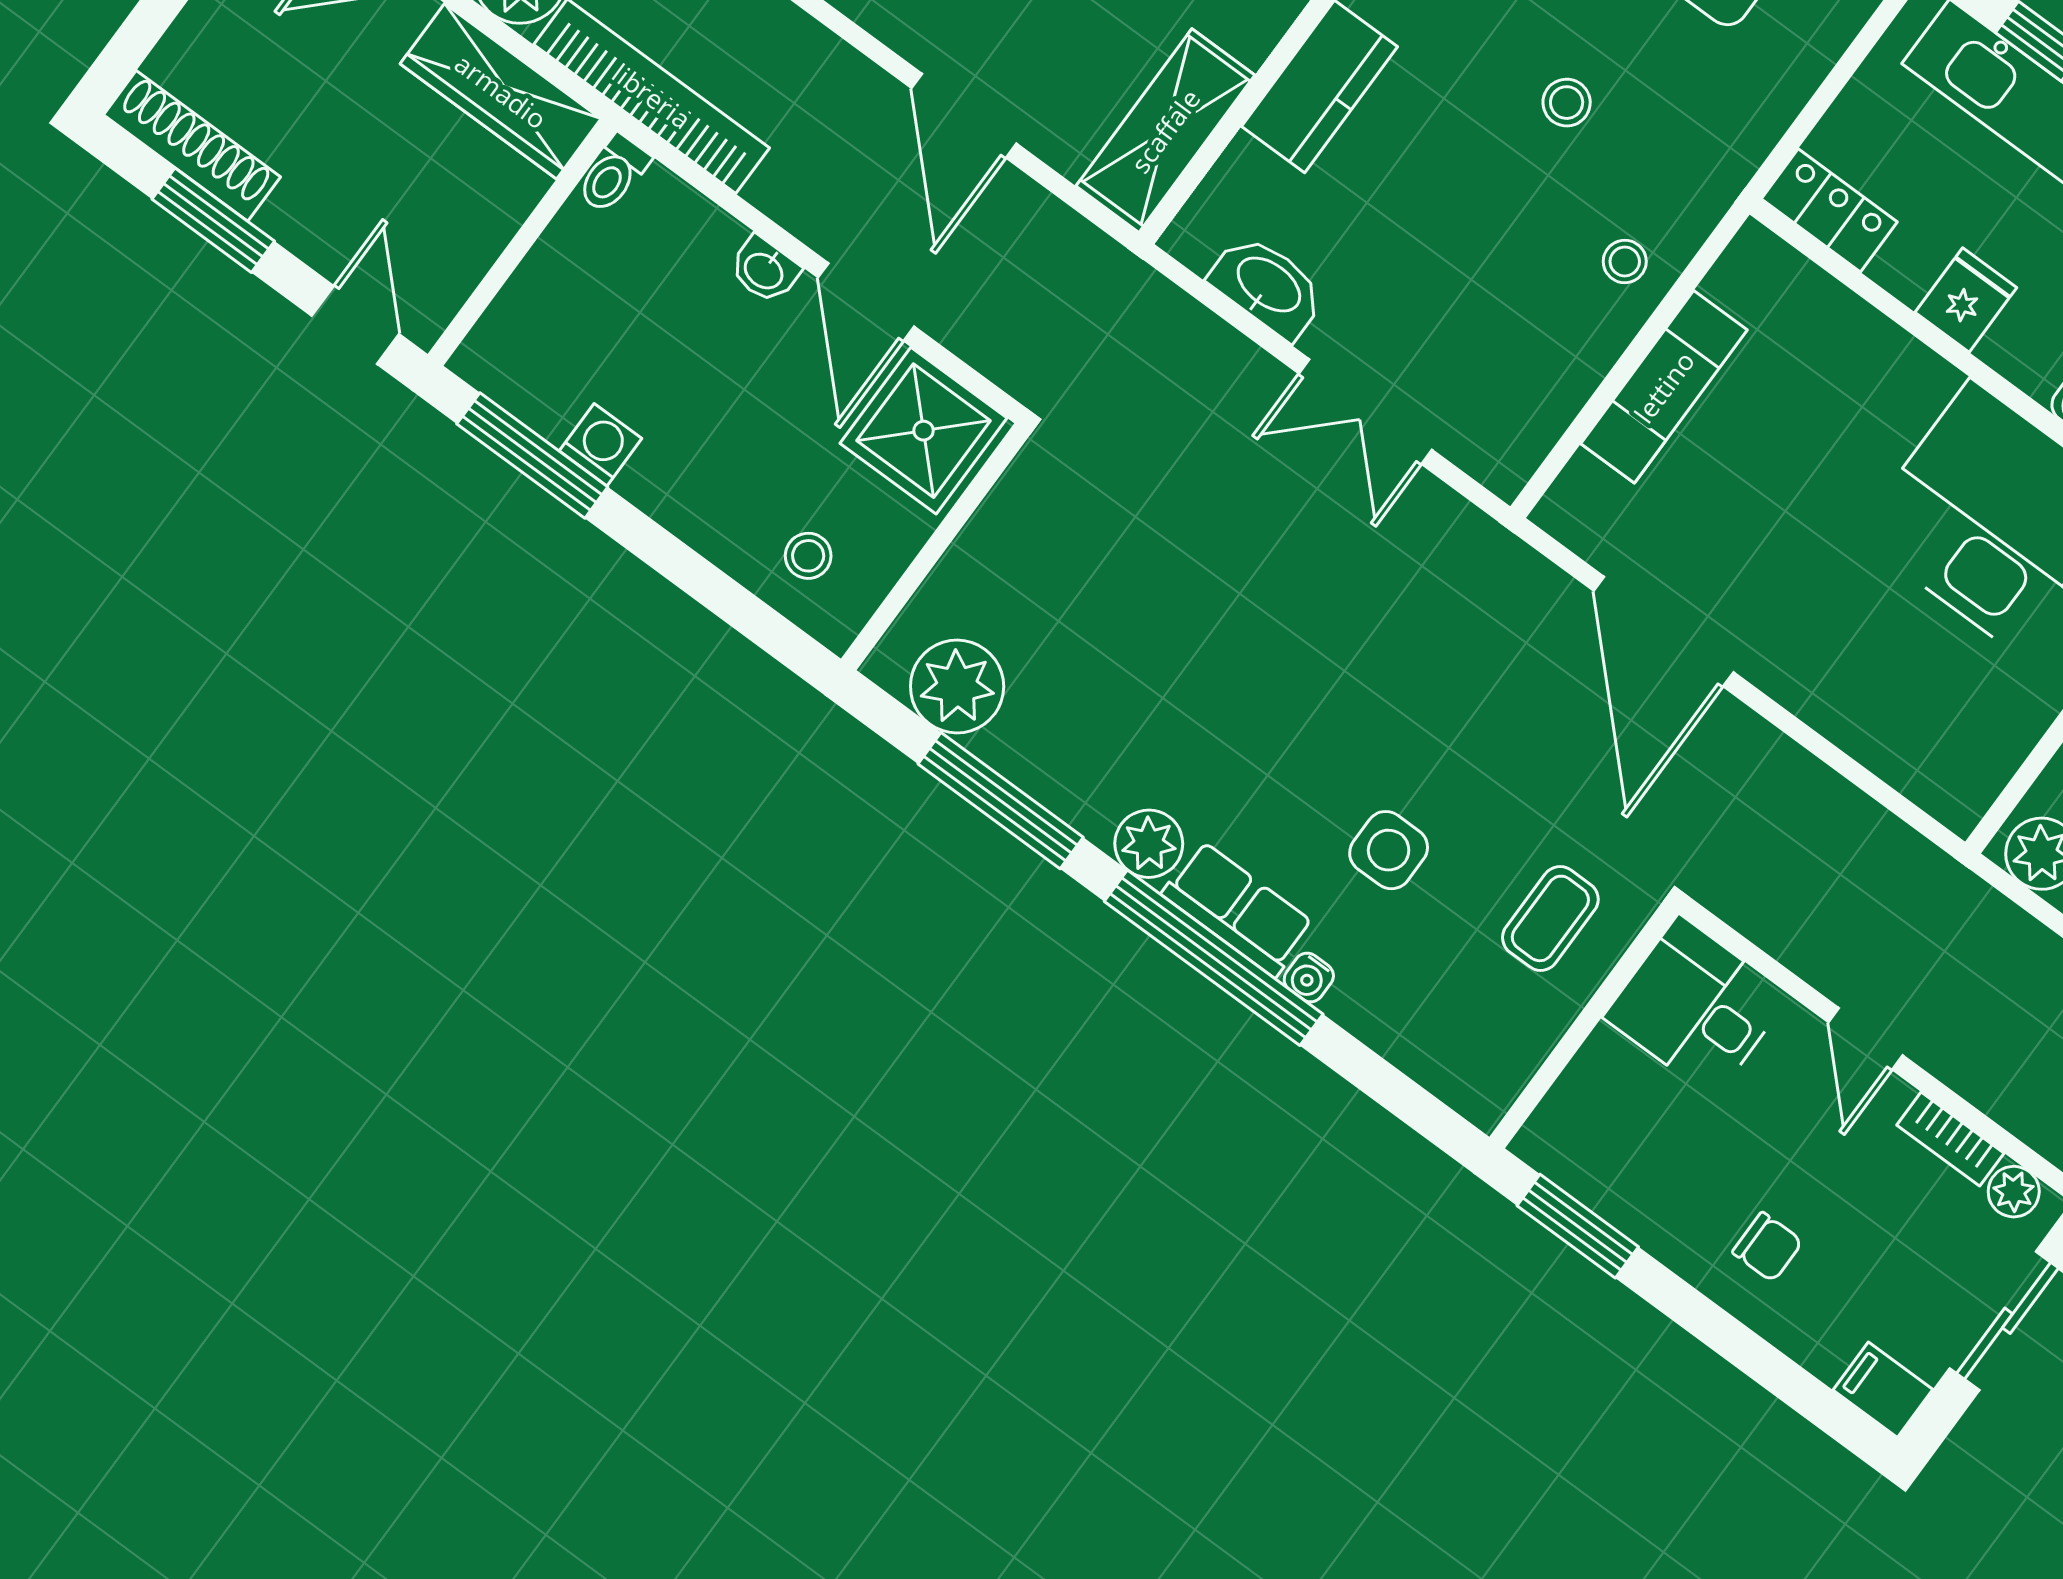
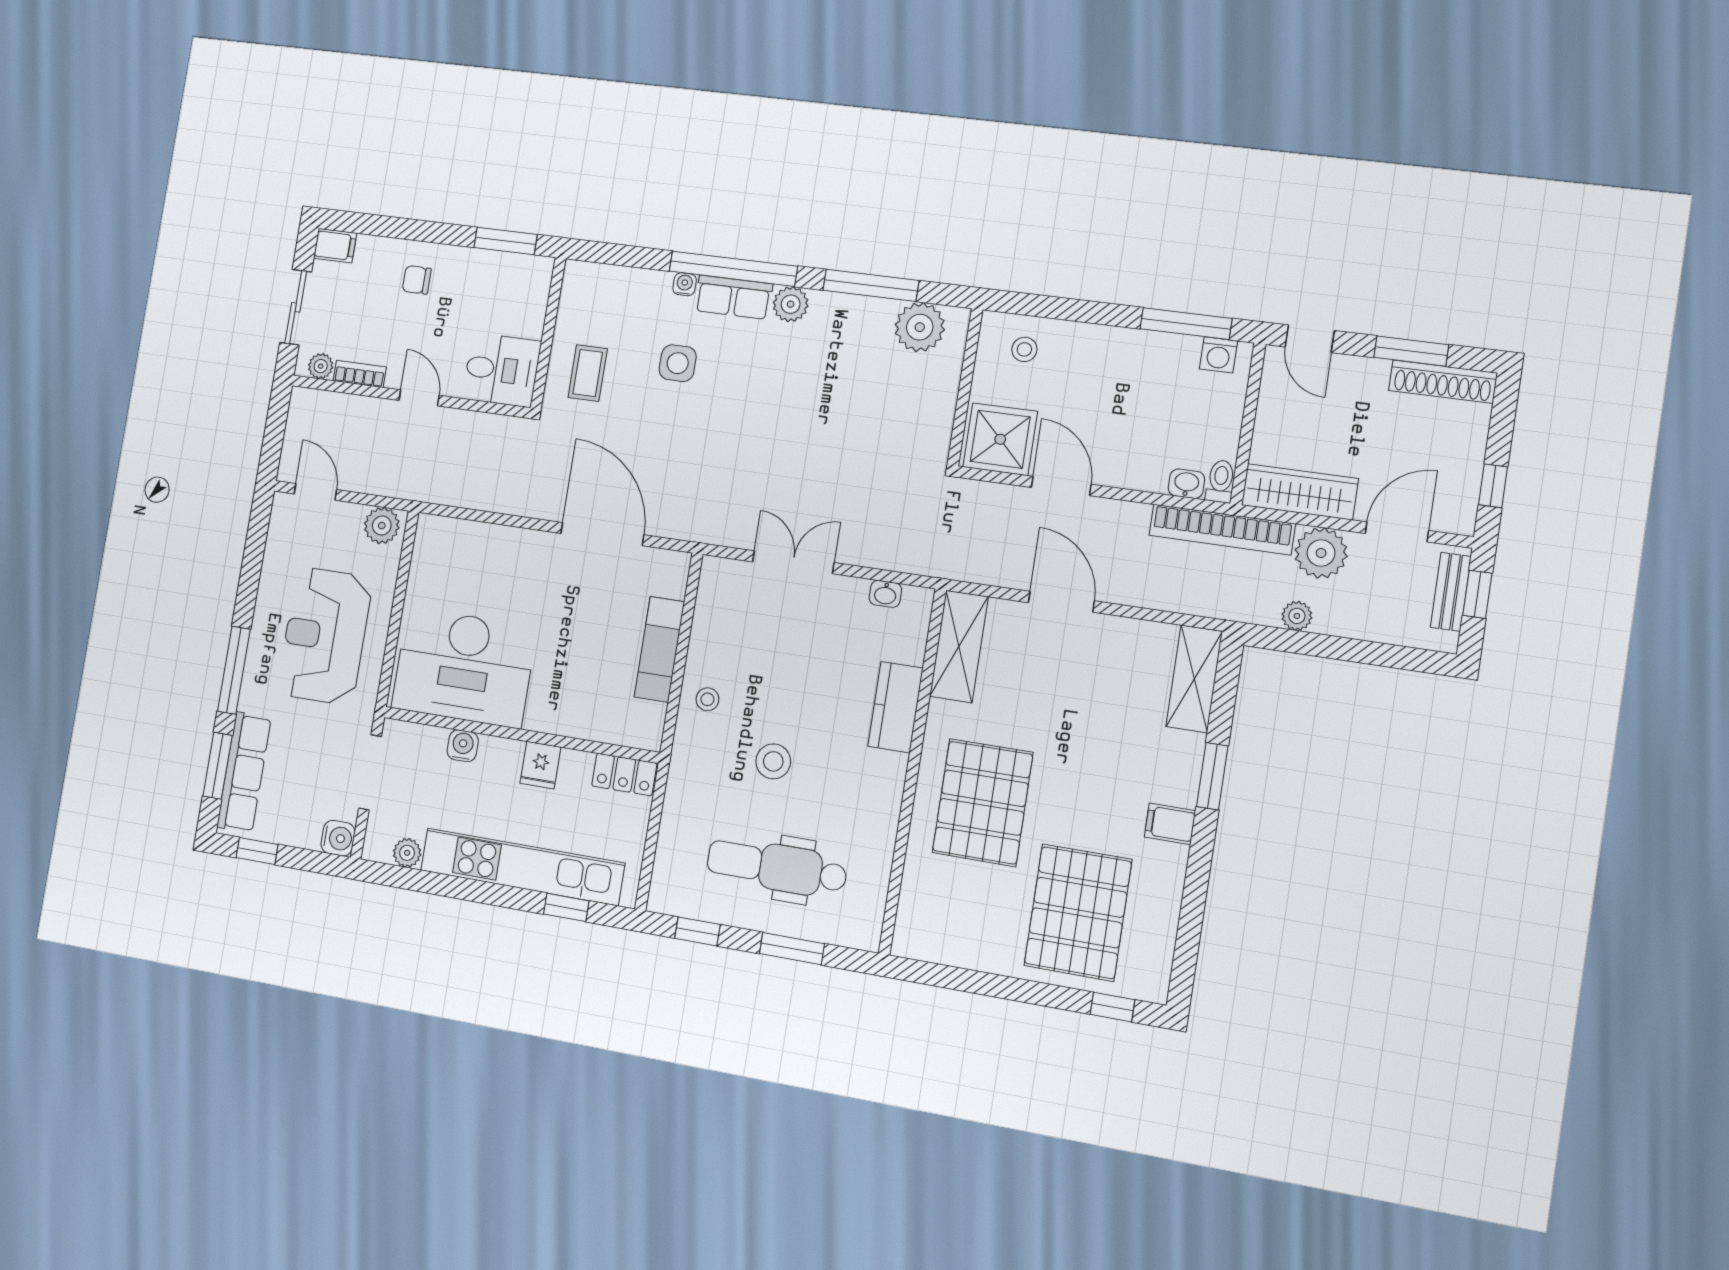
stool: (1567, 103) -> (773, 761), width x1.37, depth x1.37
washbasin: (764, 270) -> (1186, 484), moved
washbasin: (1268, 286) -> (885, 594), width x0.52, depth x0.69
washing machine: (601, 445) -> (1218, 355), moved

